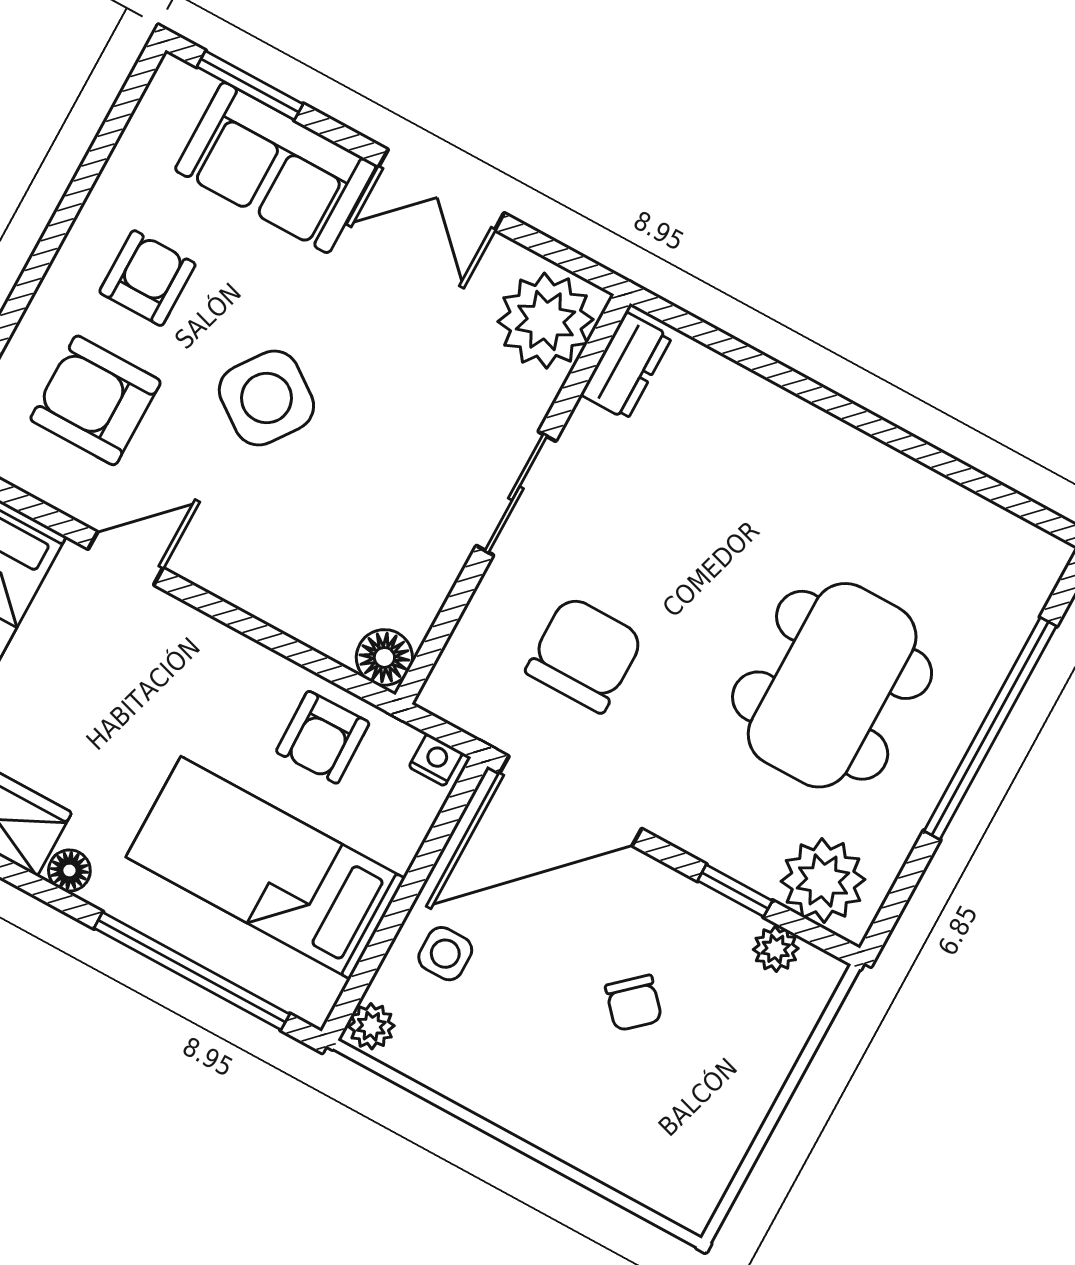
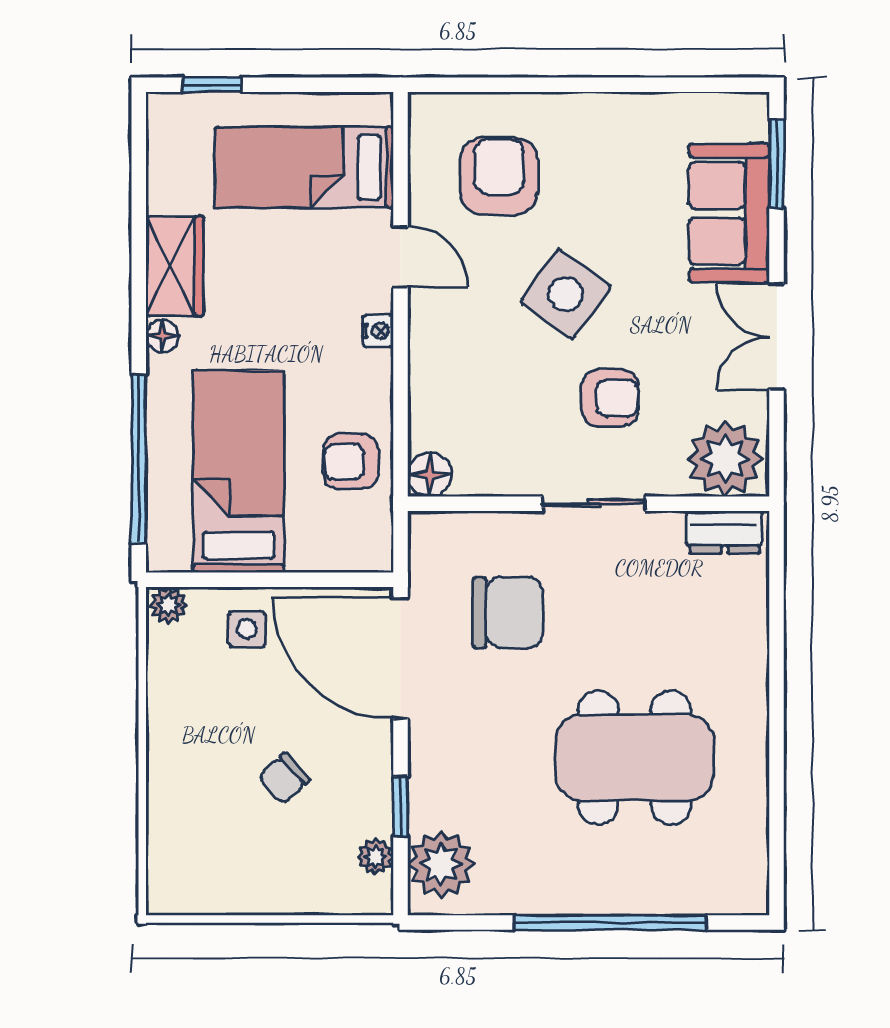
armchair: (147, 278) -> (610, 398), moved
dining table: (832, 685) -> (634, 757), moved
nightstand: (436, 760) -> (378, 331), moved

